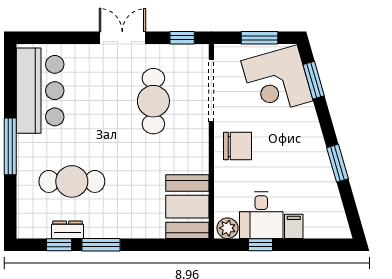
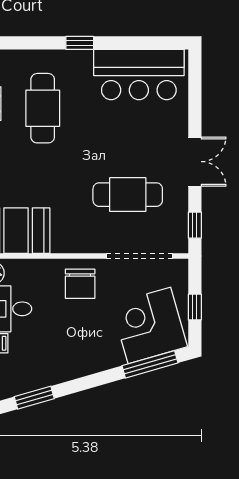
window: (259, 38) -> (195, 307), width x0.67
window: (314, 80) -> (150, 364), width x1.44
window: (10, 146) -> (80, 43), width x0.46
window: (337, 163) -> (34, 398), moved

